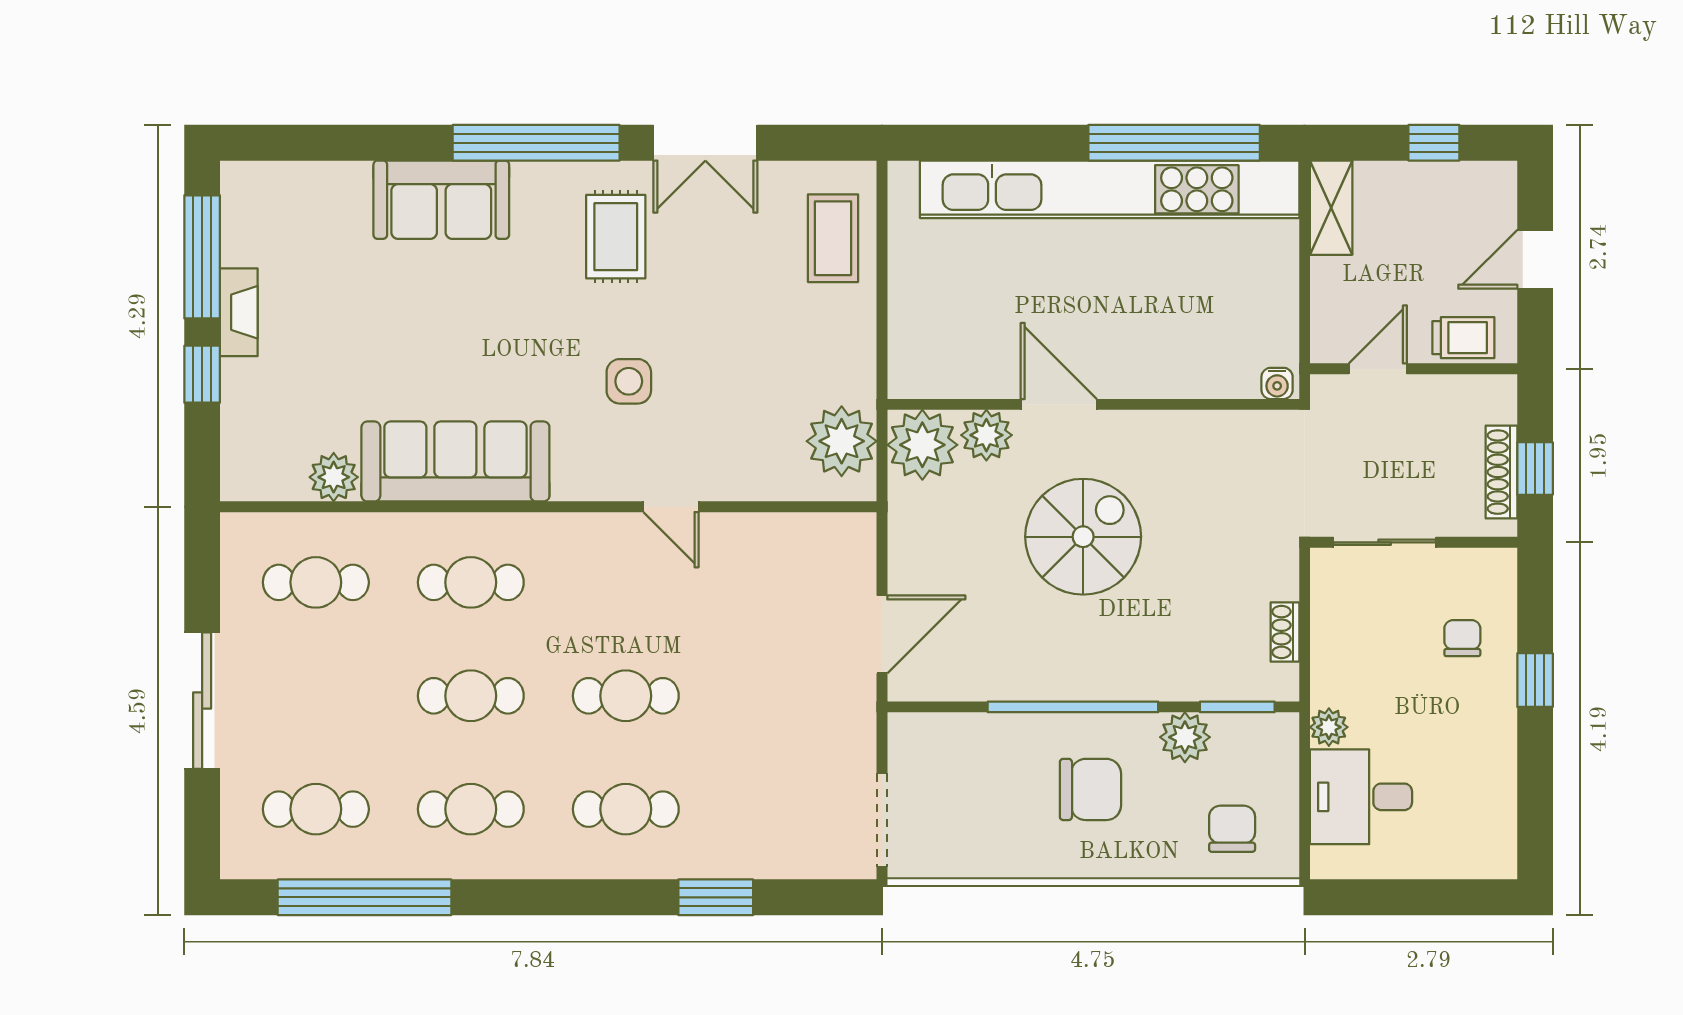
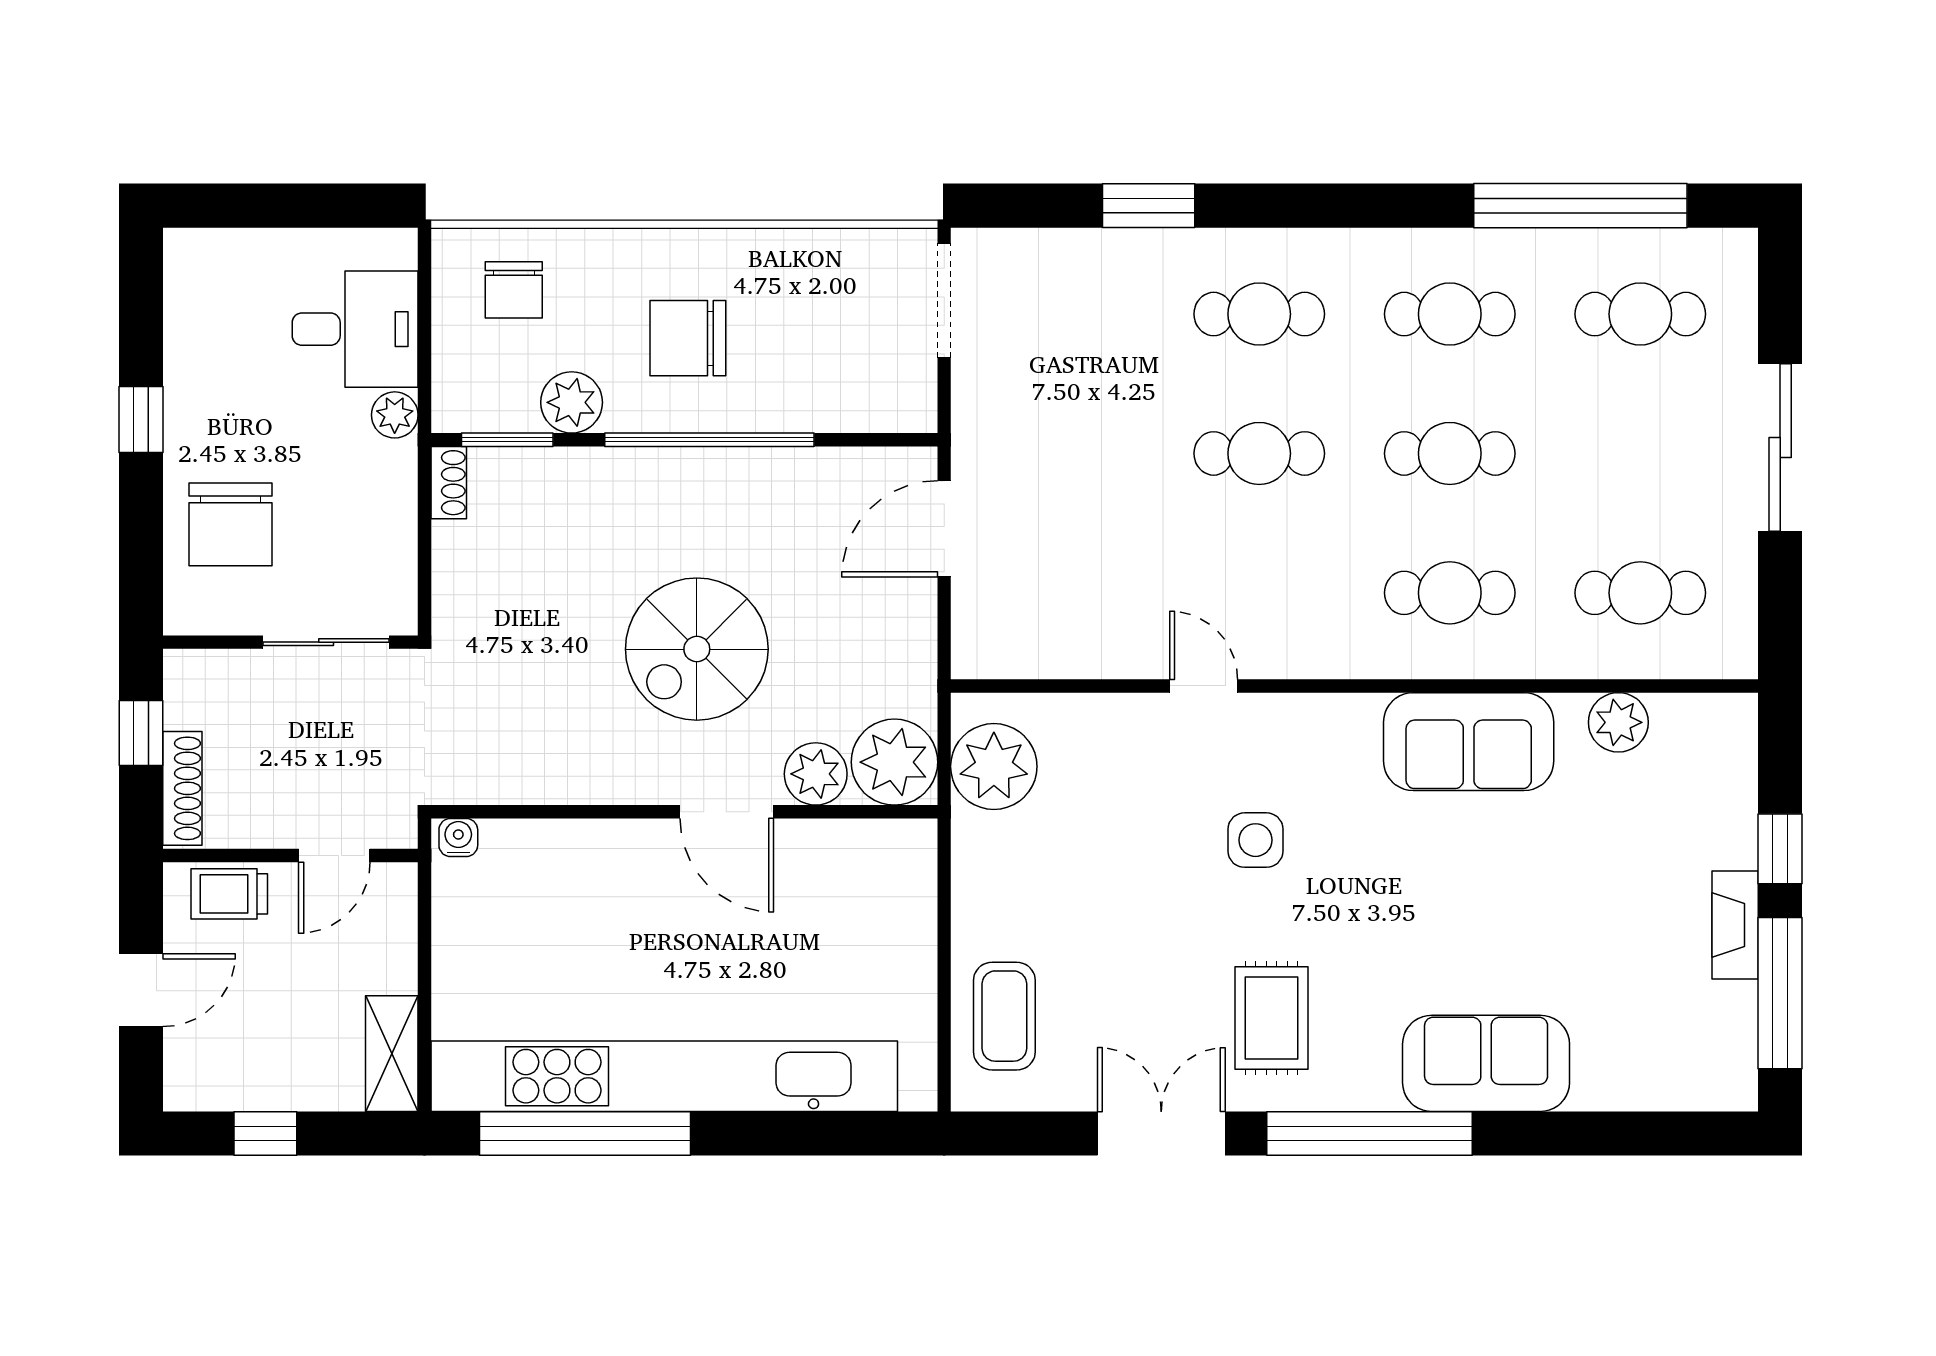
sofa: (455, 461) -> (1469, 742), width x0.73
shoe rack: (1501, 472) -> (182, 788), moved
shoe rack: (1285, 632) -> (449, 483), moved
chair: (1462, 638) -> (230, 524), width x1.87, depth x1.87
window: (1535, 680) -> (141, 419), moved

